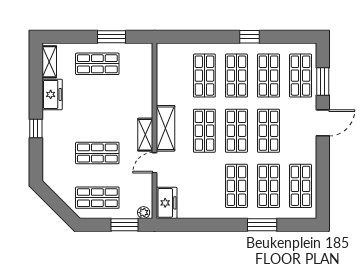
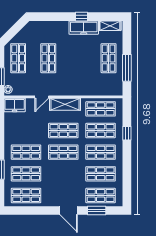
window: (112, 37) -> (127, 68), width x1.44
window: (250, 37) -> (127, 133), moved
freezer: (52, 94) -> (84, 28), width x1.40
window: (36, 128) -> (82, 17), moved
shop shelf: (268, 131) -> (101, 109), moved
shelving: (145, 135) -> (61, 91), removed
door: (155, 163) -> (42, 97), swing flipped

